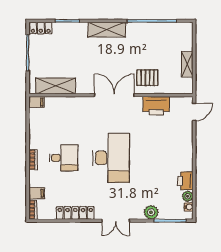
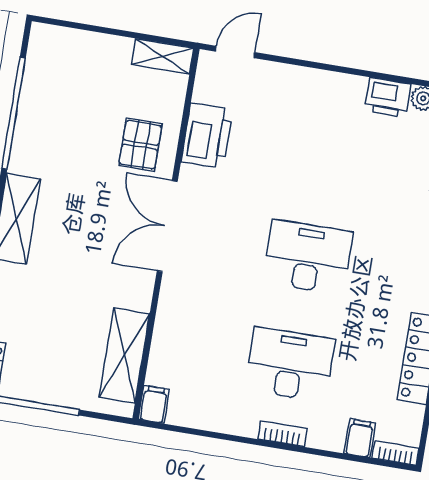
shelving: (187, 64) -> (163, 56), moved
door: (194, 112) -> (235, 52), hinge flipped
desk: (63, 158) -> (290, 364), width x1.37
desk: (111, 158) -> (308, 257), width x0.73, depth x0.77

